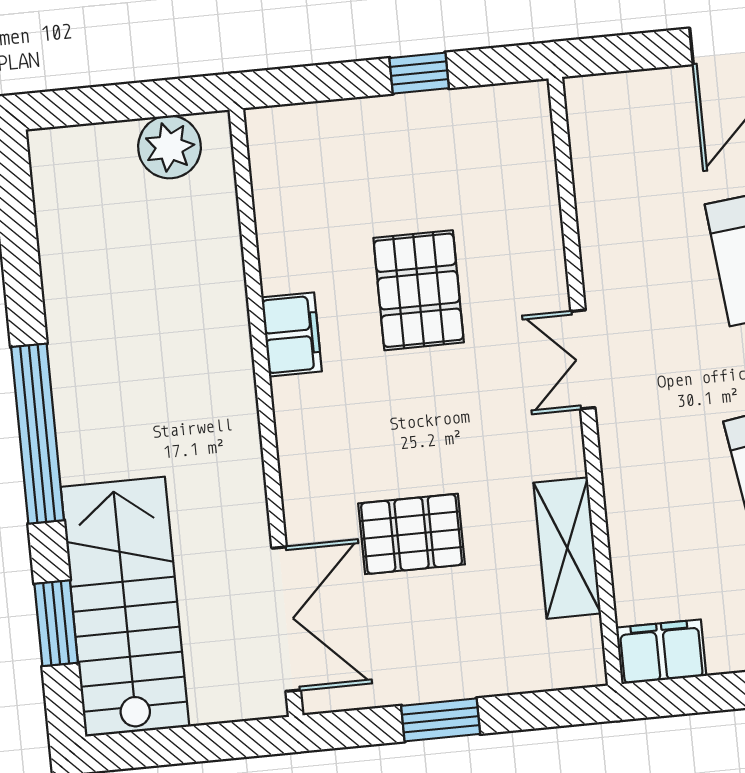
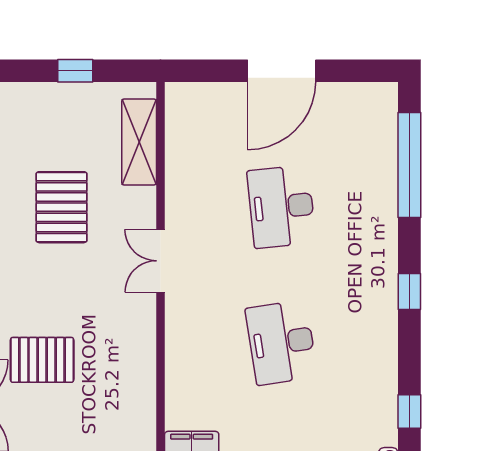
shelving: (567, 548) -> (139, 142), moved

